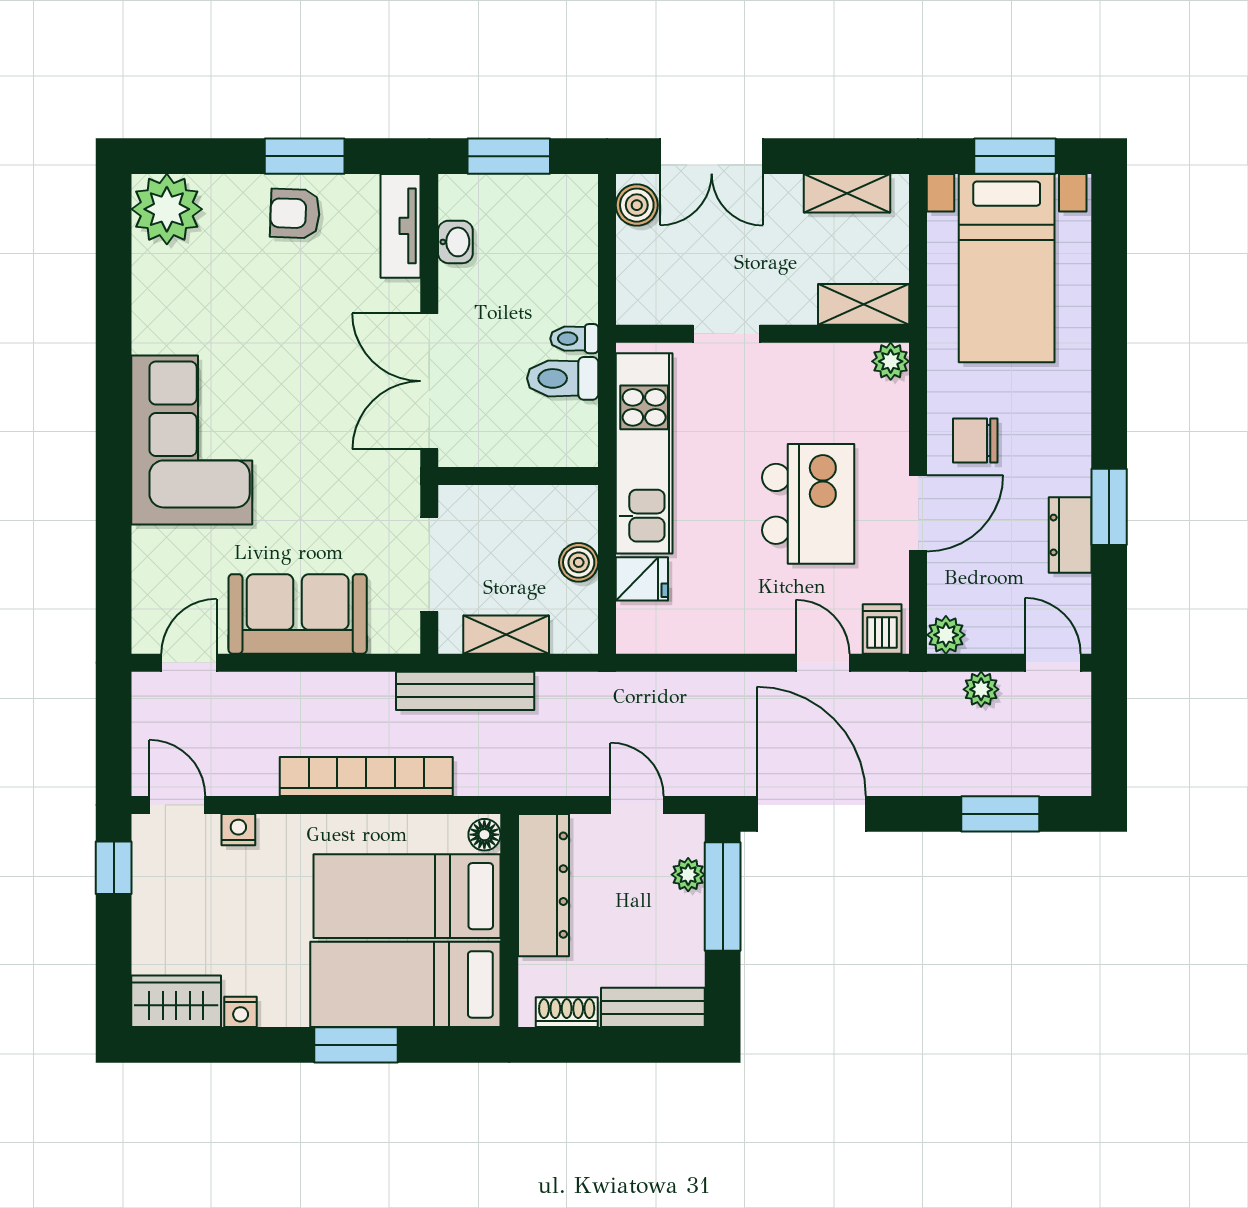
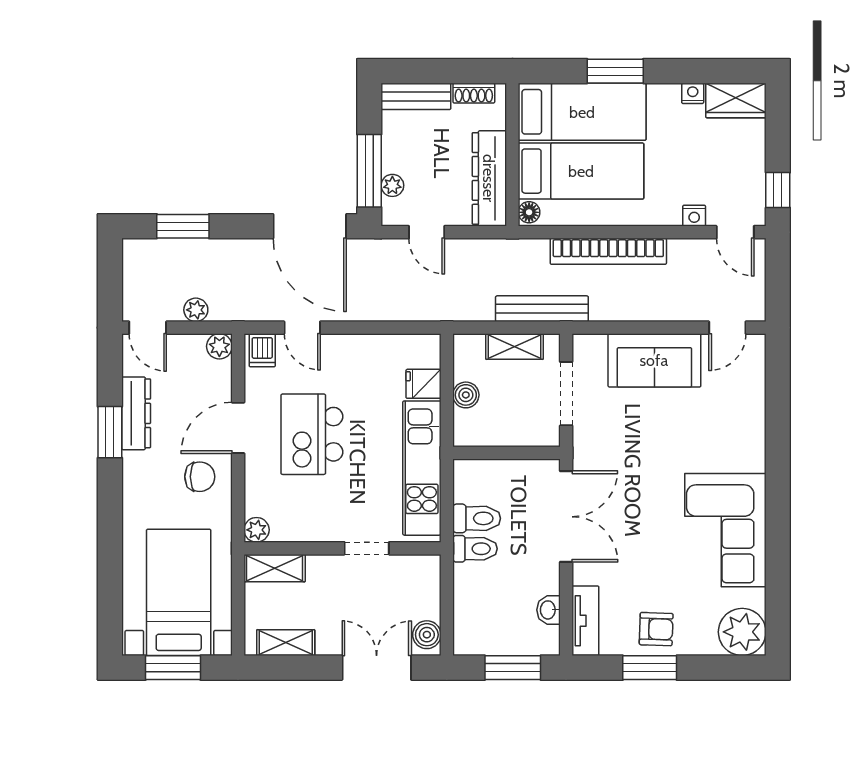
toilet: (574, 339) -> (475, 549), width x1.37, depth x1.39
corner sofa: (192, 440) -> (725, 530), moved
dresser: (1070, 535) -> (136, 413), width x1.44

